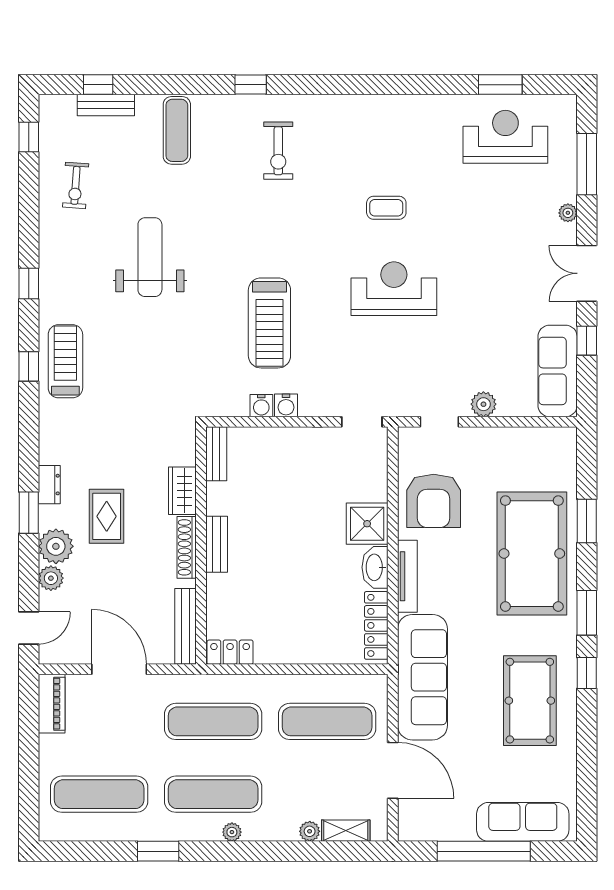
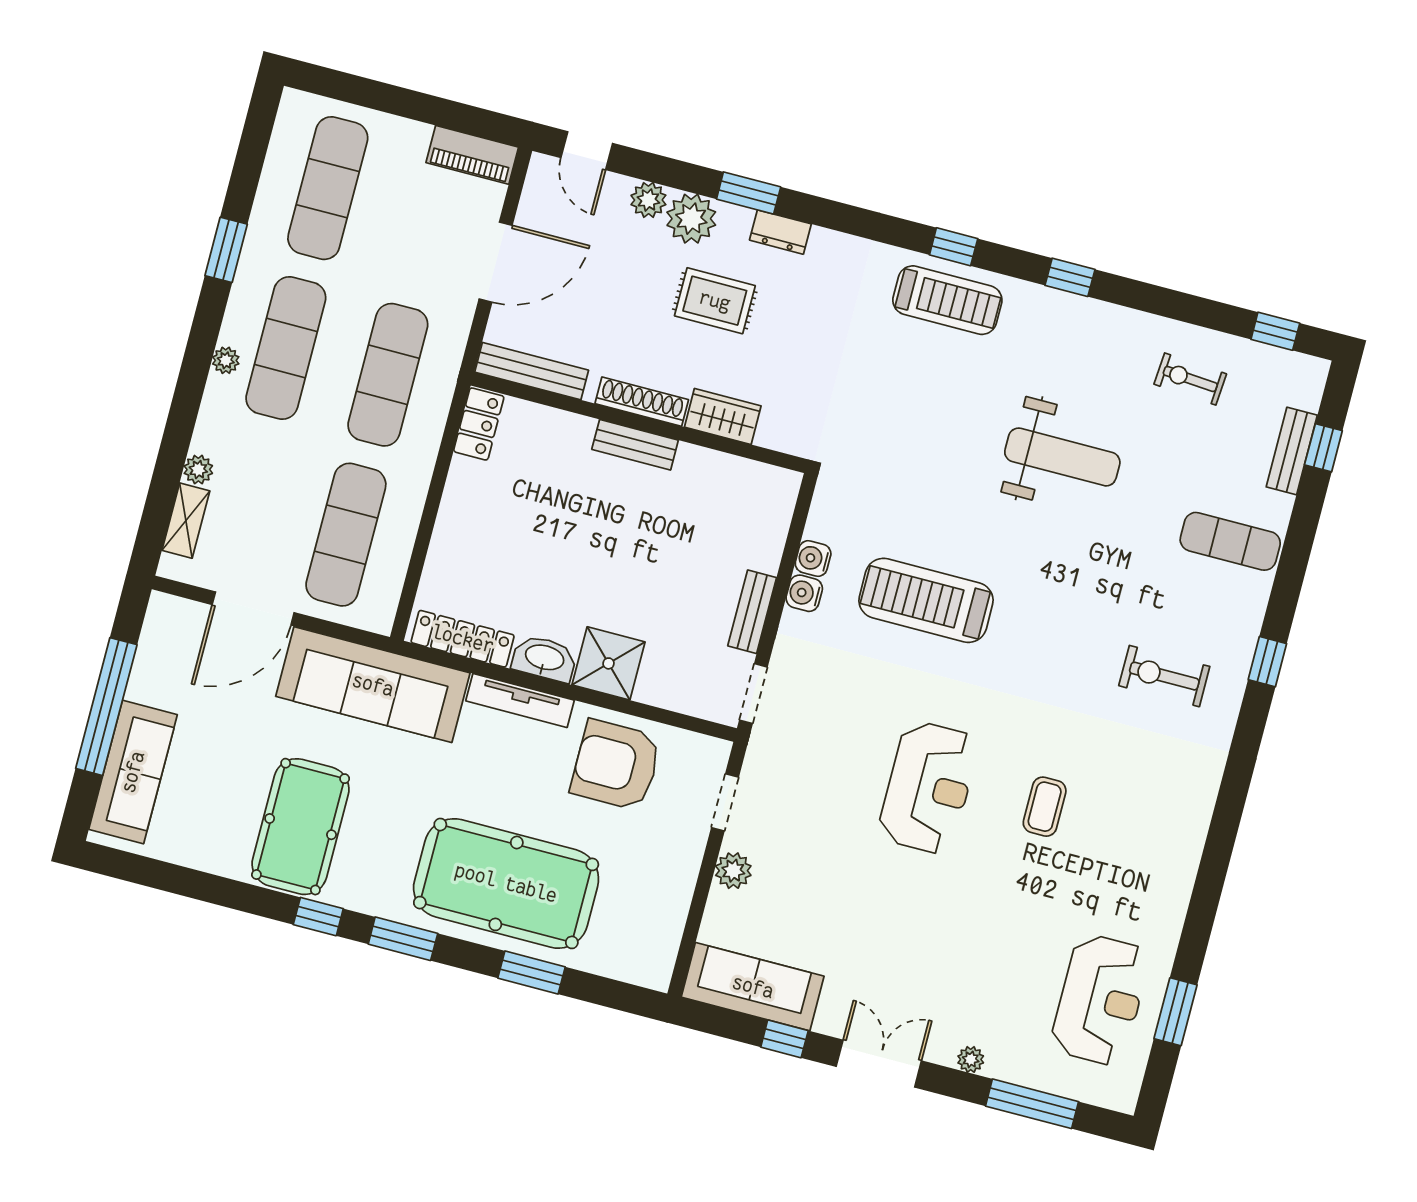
bench: (216, 454) -> (752, 612), moved, turned 90
pool table: (530, 701) -> (301, 827), turned 90

